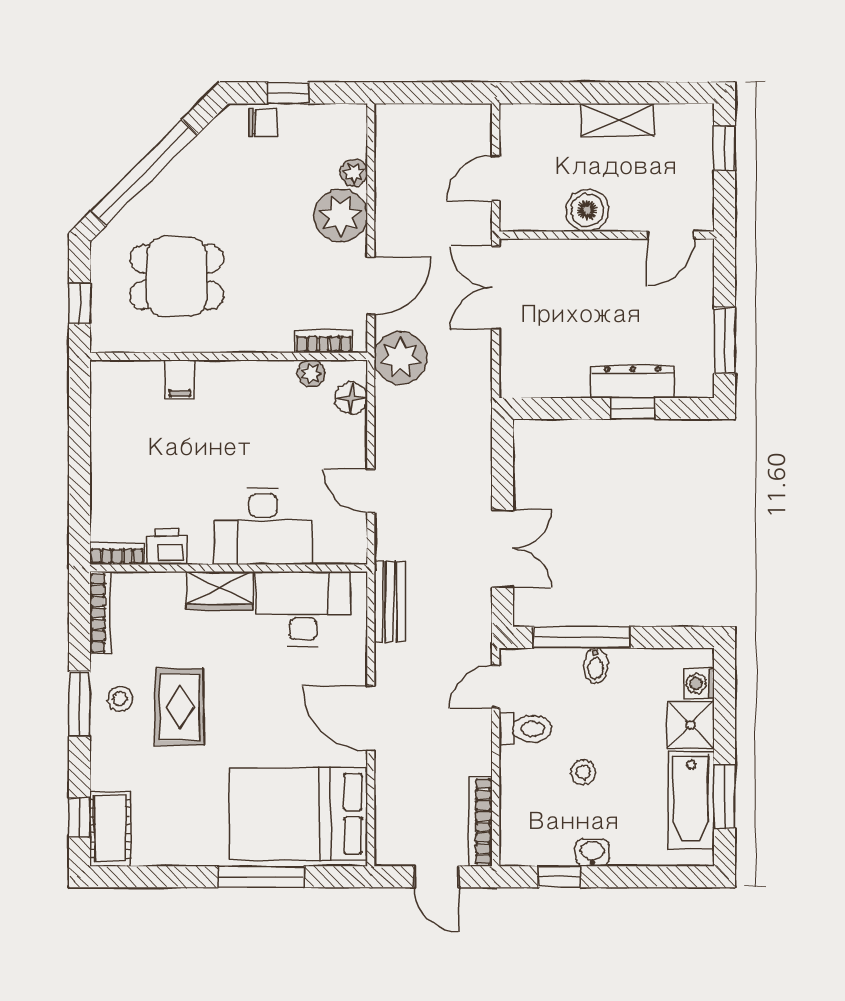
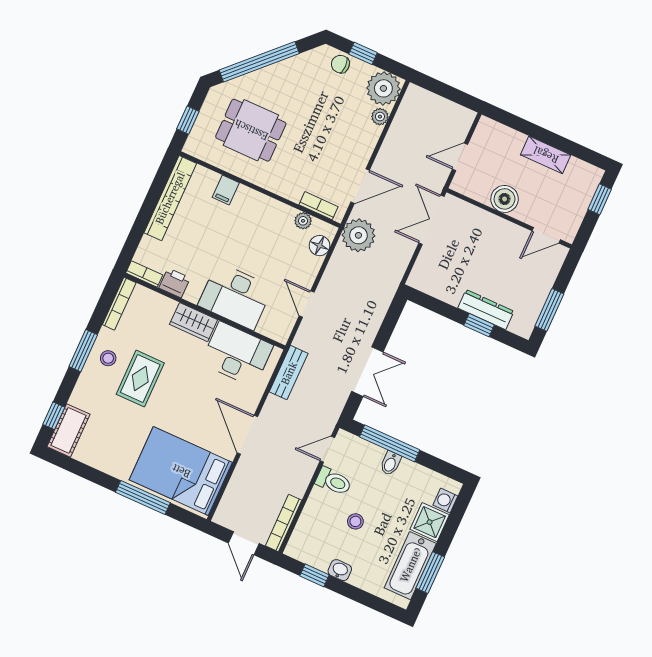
chair: (263, 123) -> (340, 64), turned 180
plant: (341, 216) -> (383, 88), moved
bookcase: (105, 427) -> (170, 198), added

